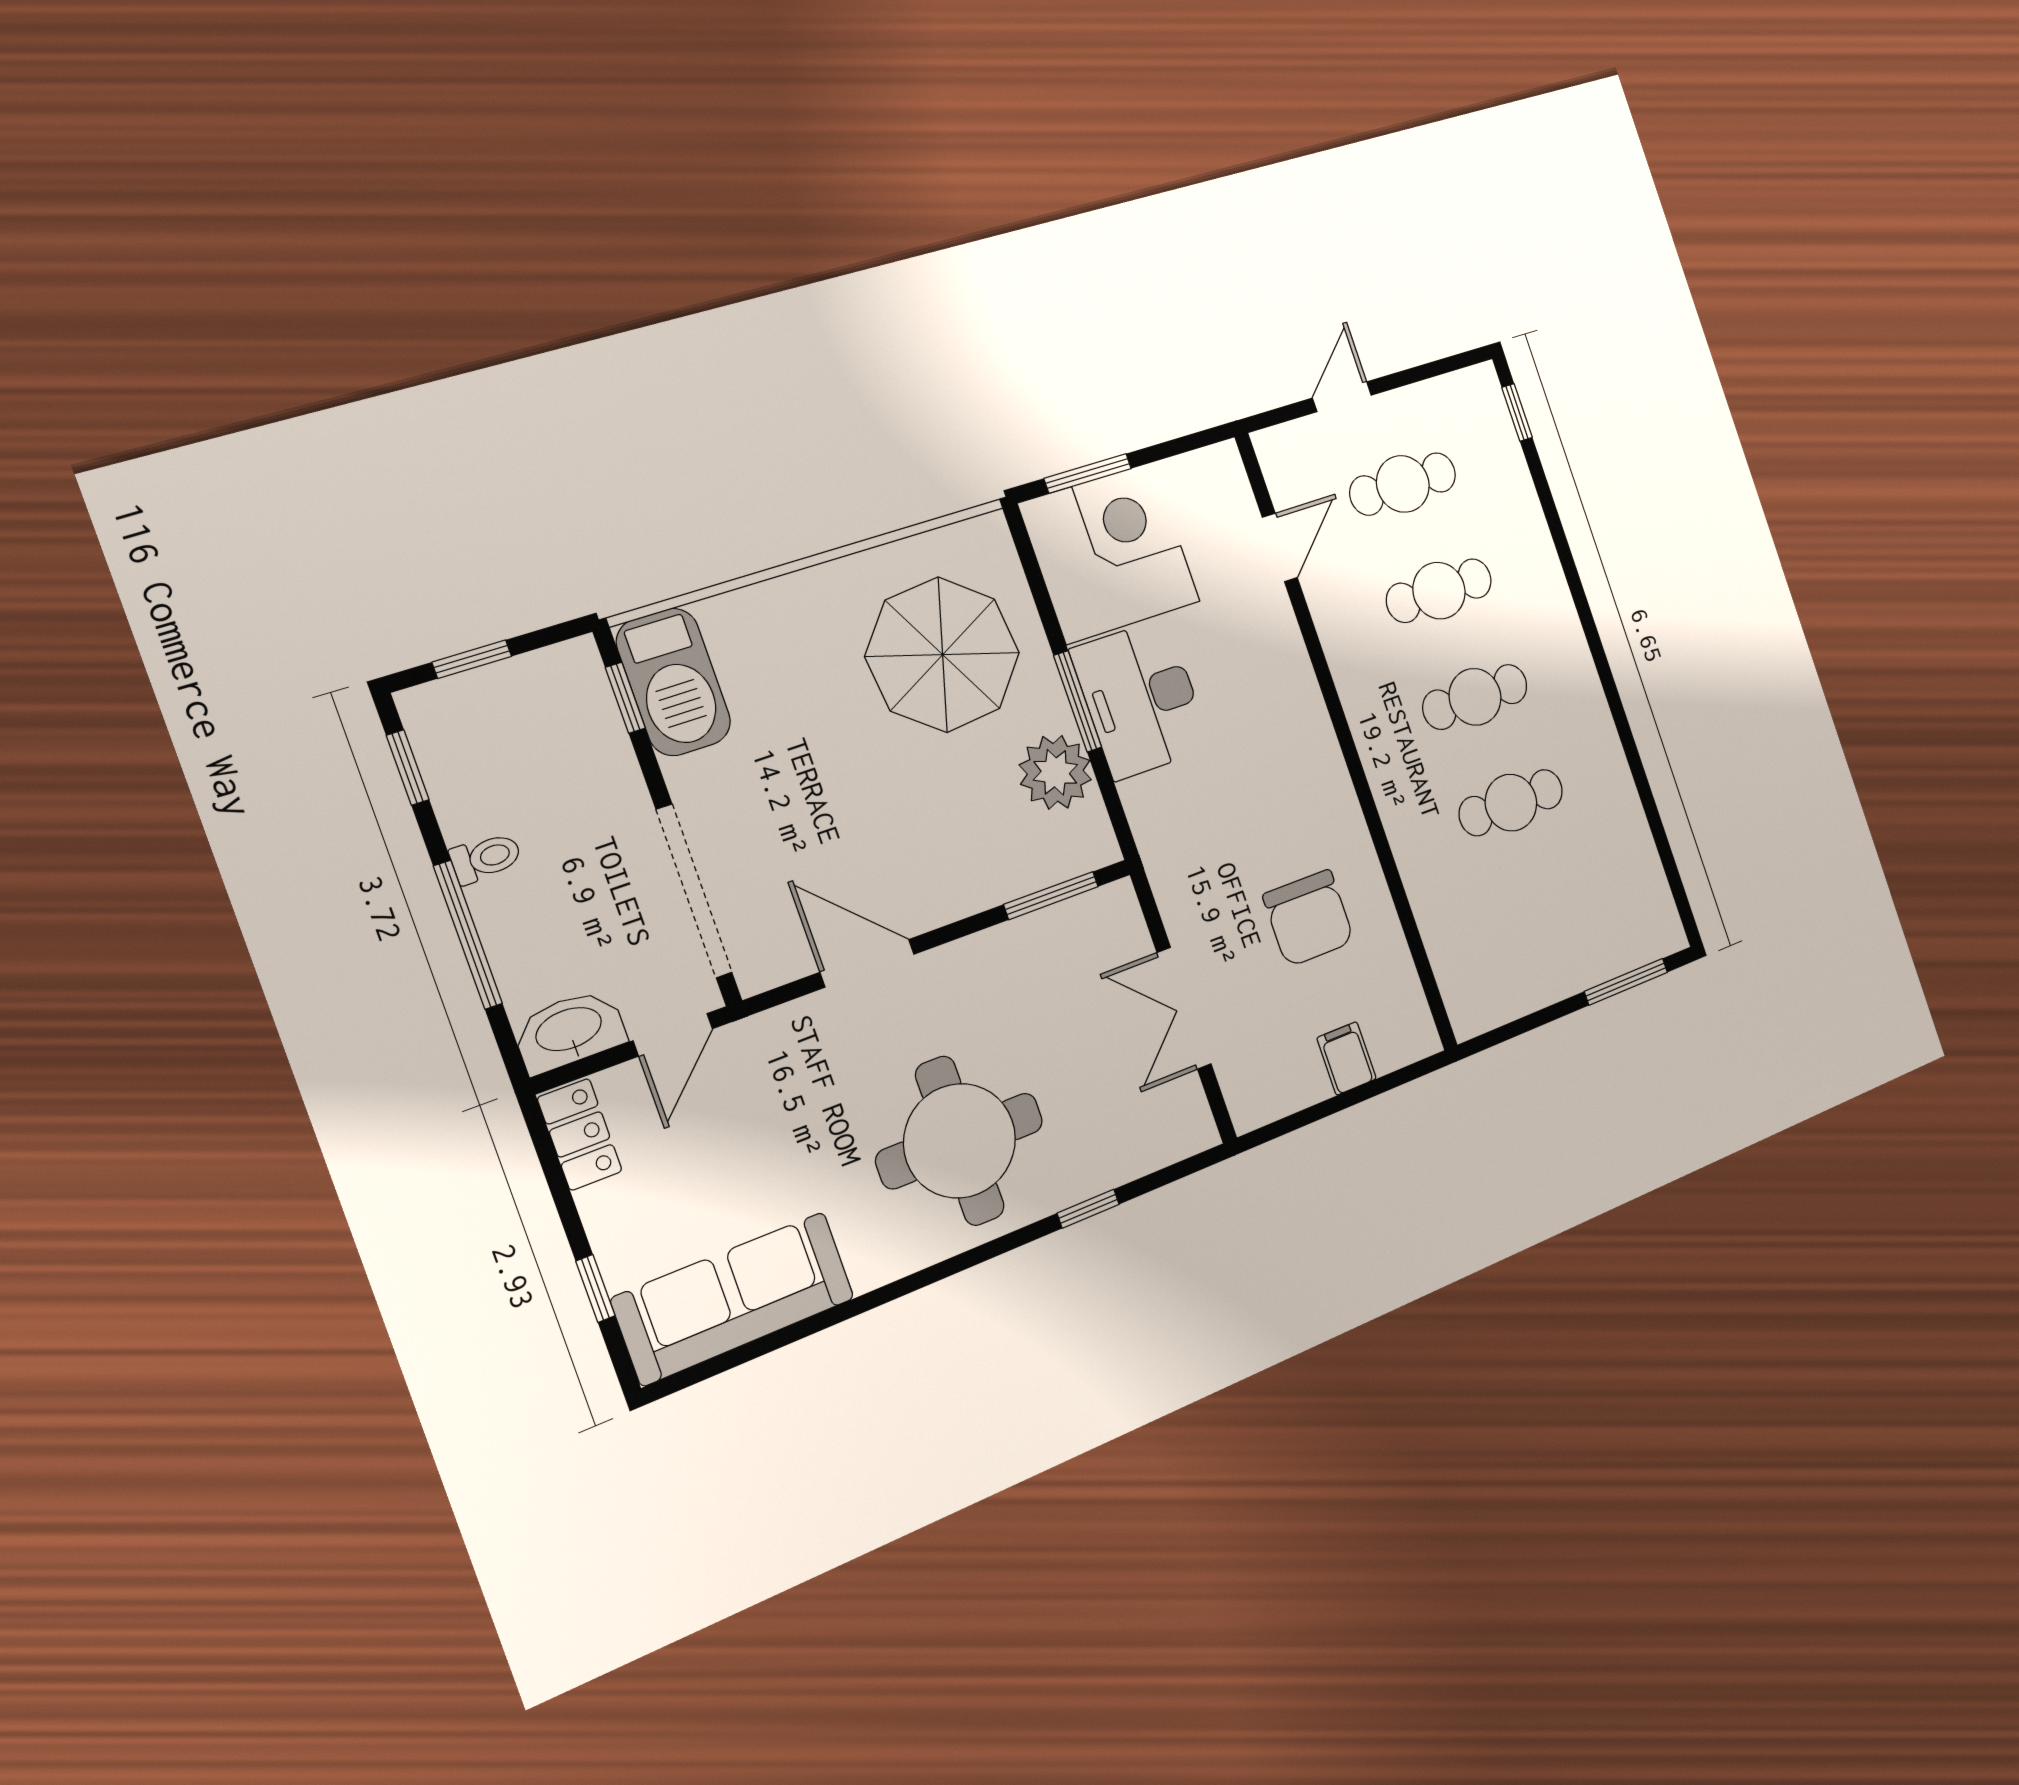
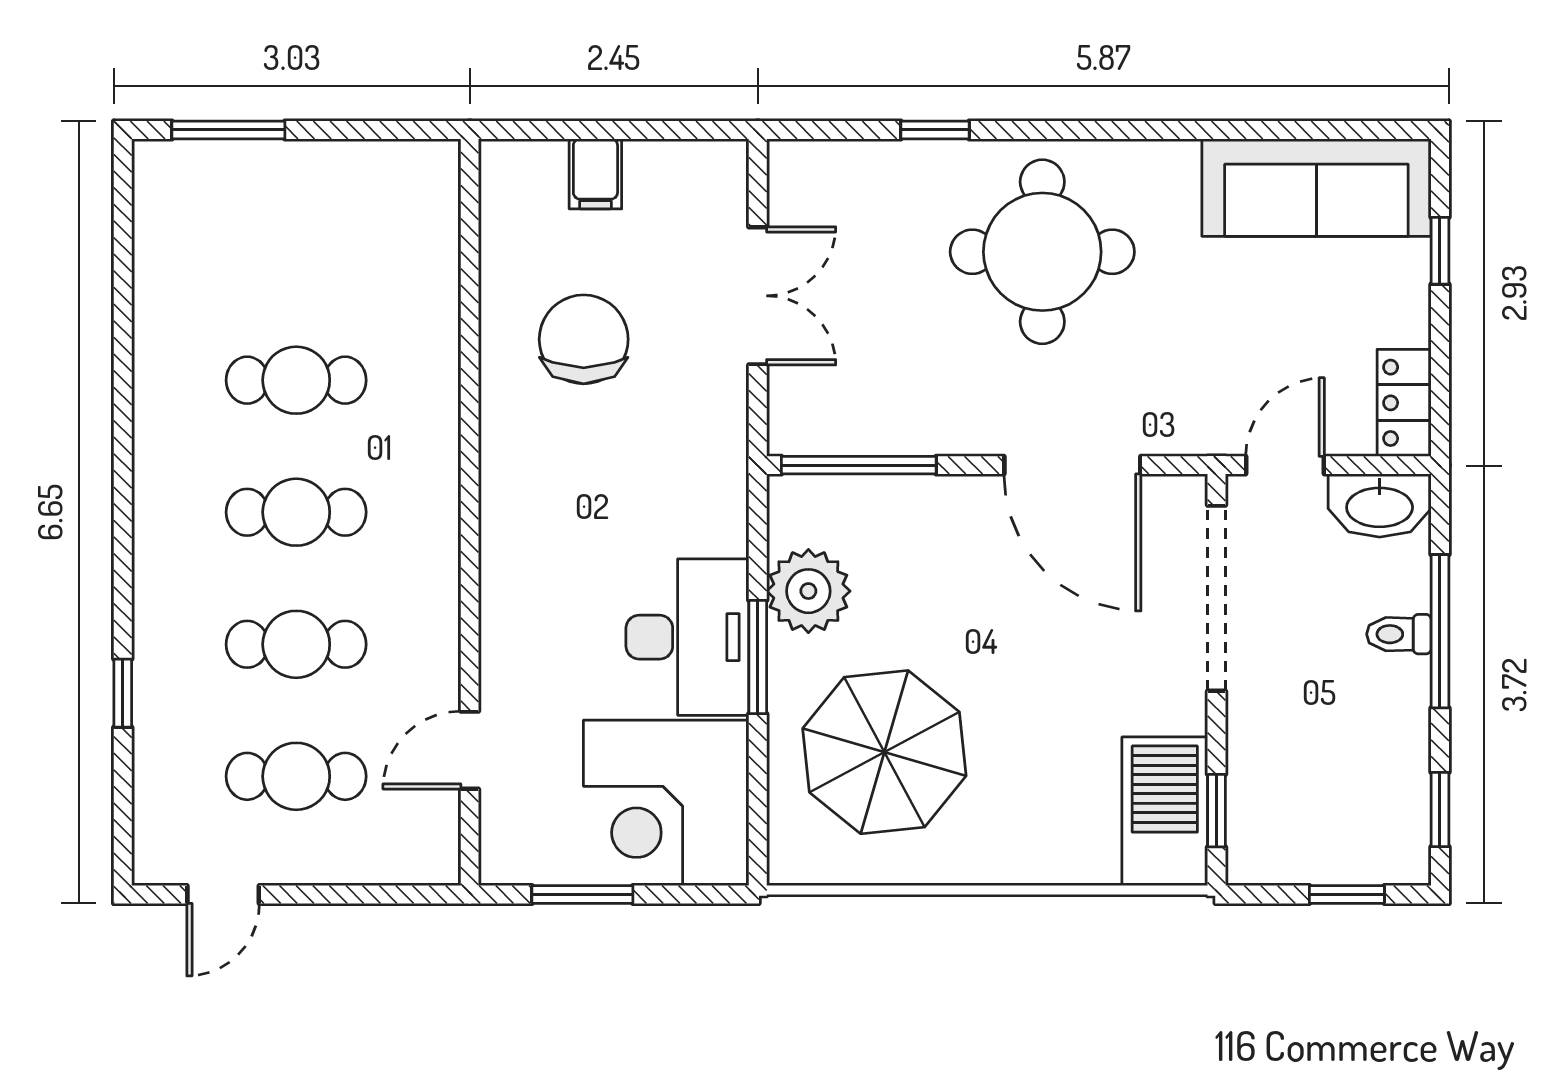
door: (1342, 397) -> (223, 894), moved
window: (1517, 412) -> (123, 693), moved
window: (1088, 473) -> (582, 894), moved
toilet: (486, 858) -> (1399, 634), moved
window: (1051, 896) -> (859, 465), width x1.44
door: (867, 963) -> (1072, 465), width x1.36

